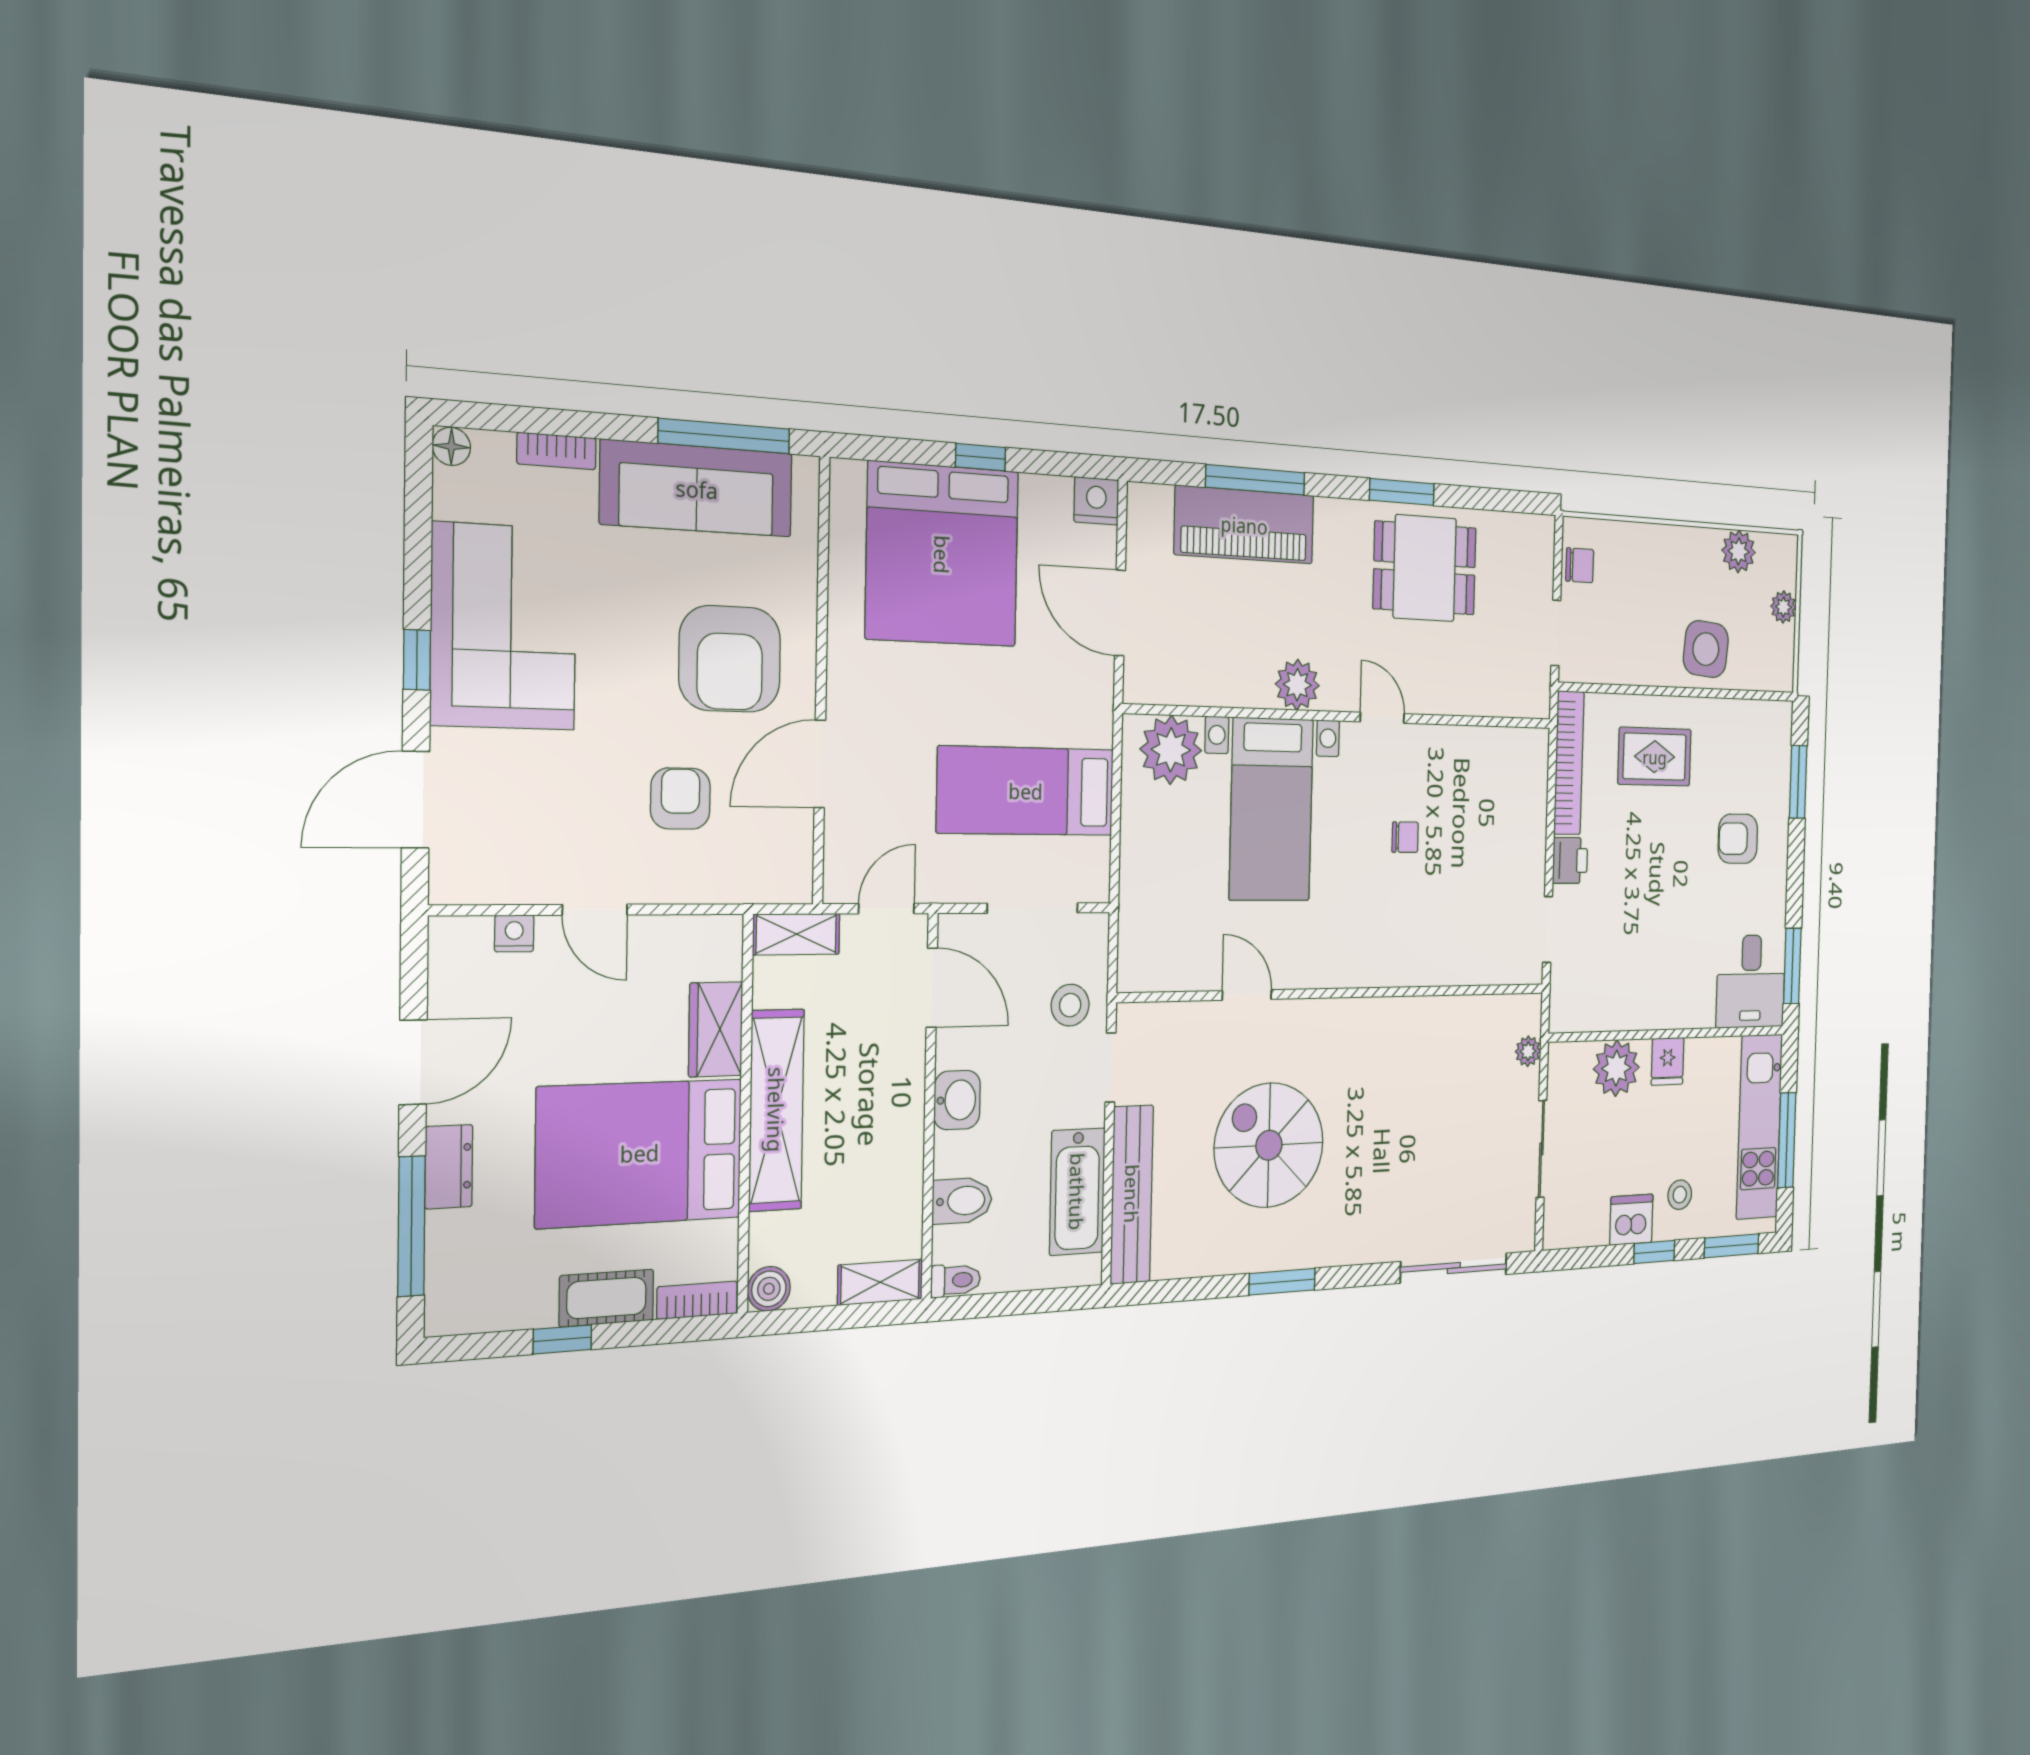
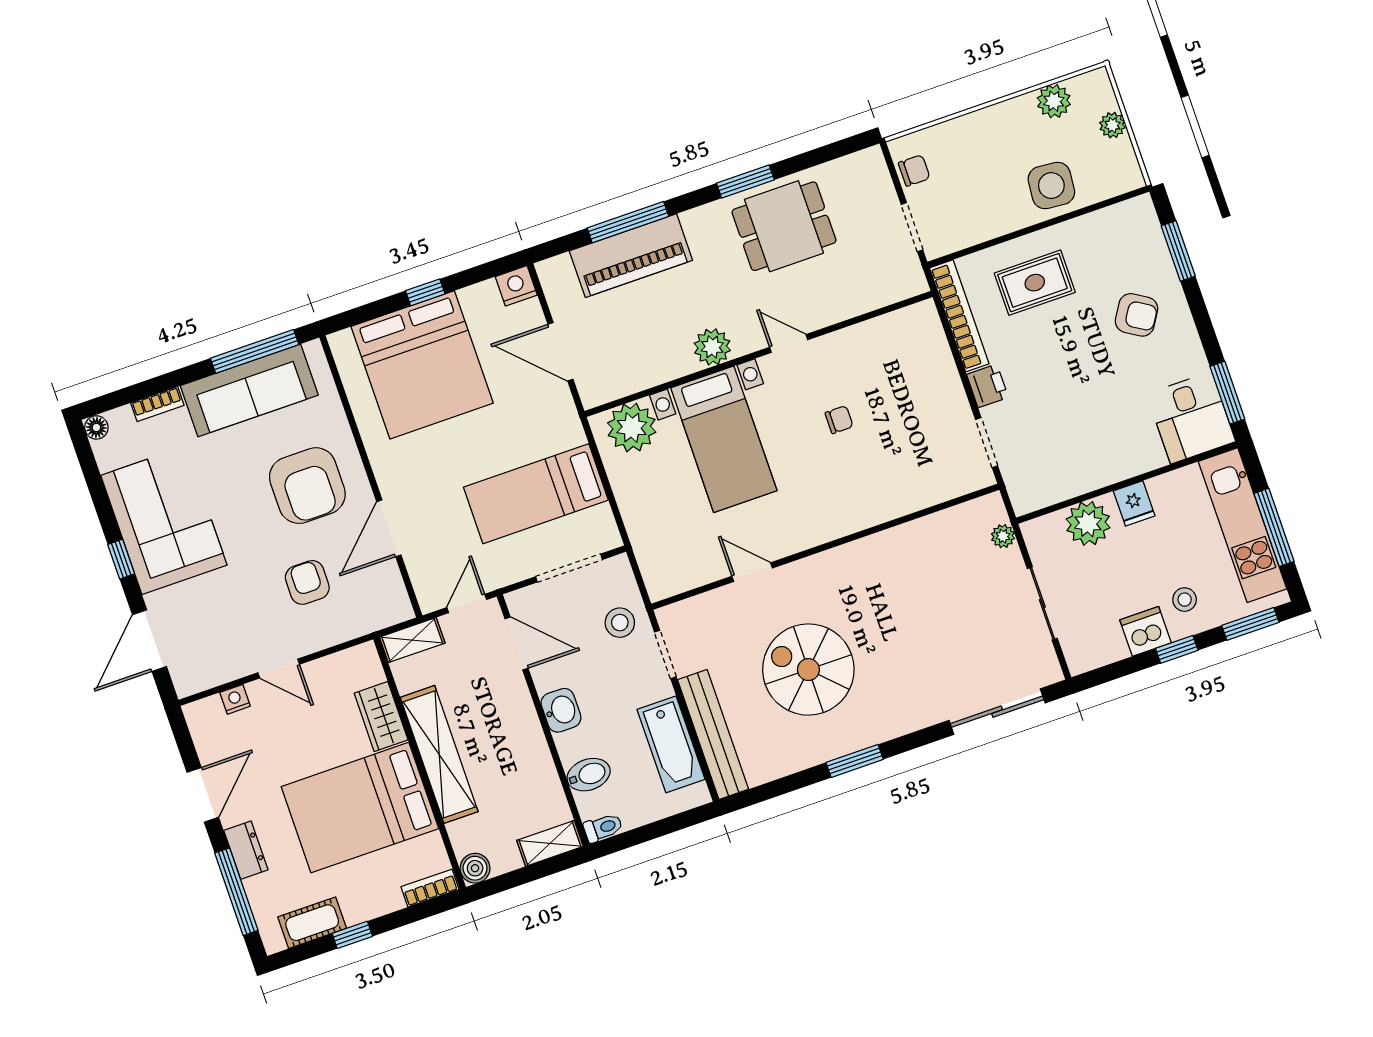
armchair: (1738, 839) -> (1137, 315), turned -148
cot: (607, 1298) -> (312, 923), moved

